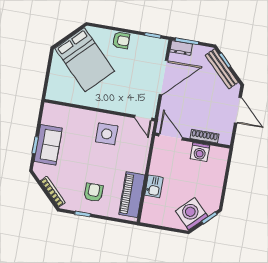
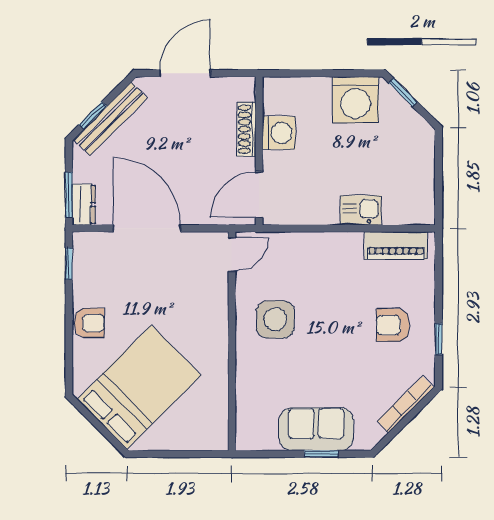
armchair: (121, 40) -> (89, 323), turned 90
piano: (132, 195) -> (396, 246), width x0.73, depth x0.75
washing machine: (192, 214) -> (355, 100), moved, turned -45

